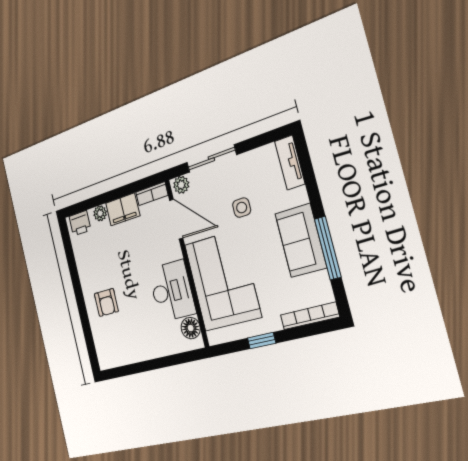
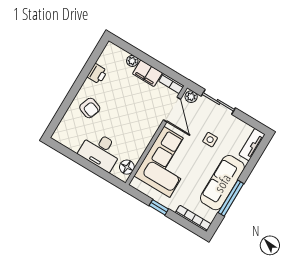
printer: (80, 223) -> (97, 74), moved, turned -90
sofa: (301, 241) -> (222, 183), width x1.36
desk: (172, 291) -> (101, 151), moved, turned 90
armchair: (106, 303) -> (90, 108), turned -70

